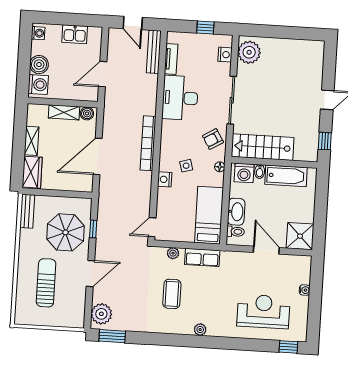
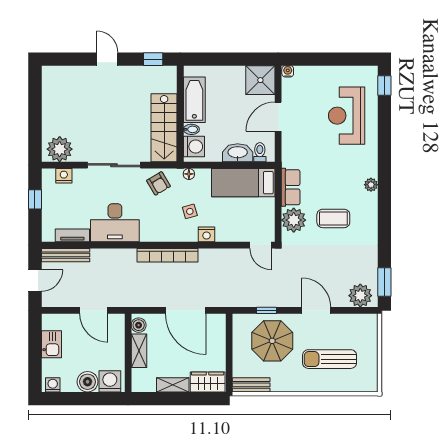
plant: (173, 253) -> (294, 220), width x1.88, depth x1.88
water cooler: (305, 290) -> (288, 71), moved

